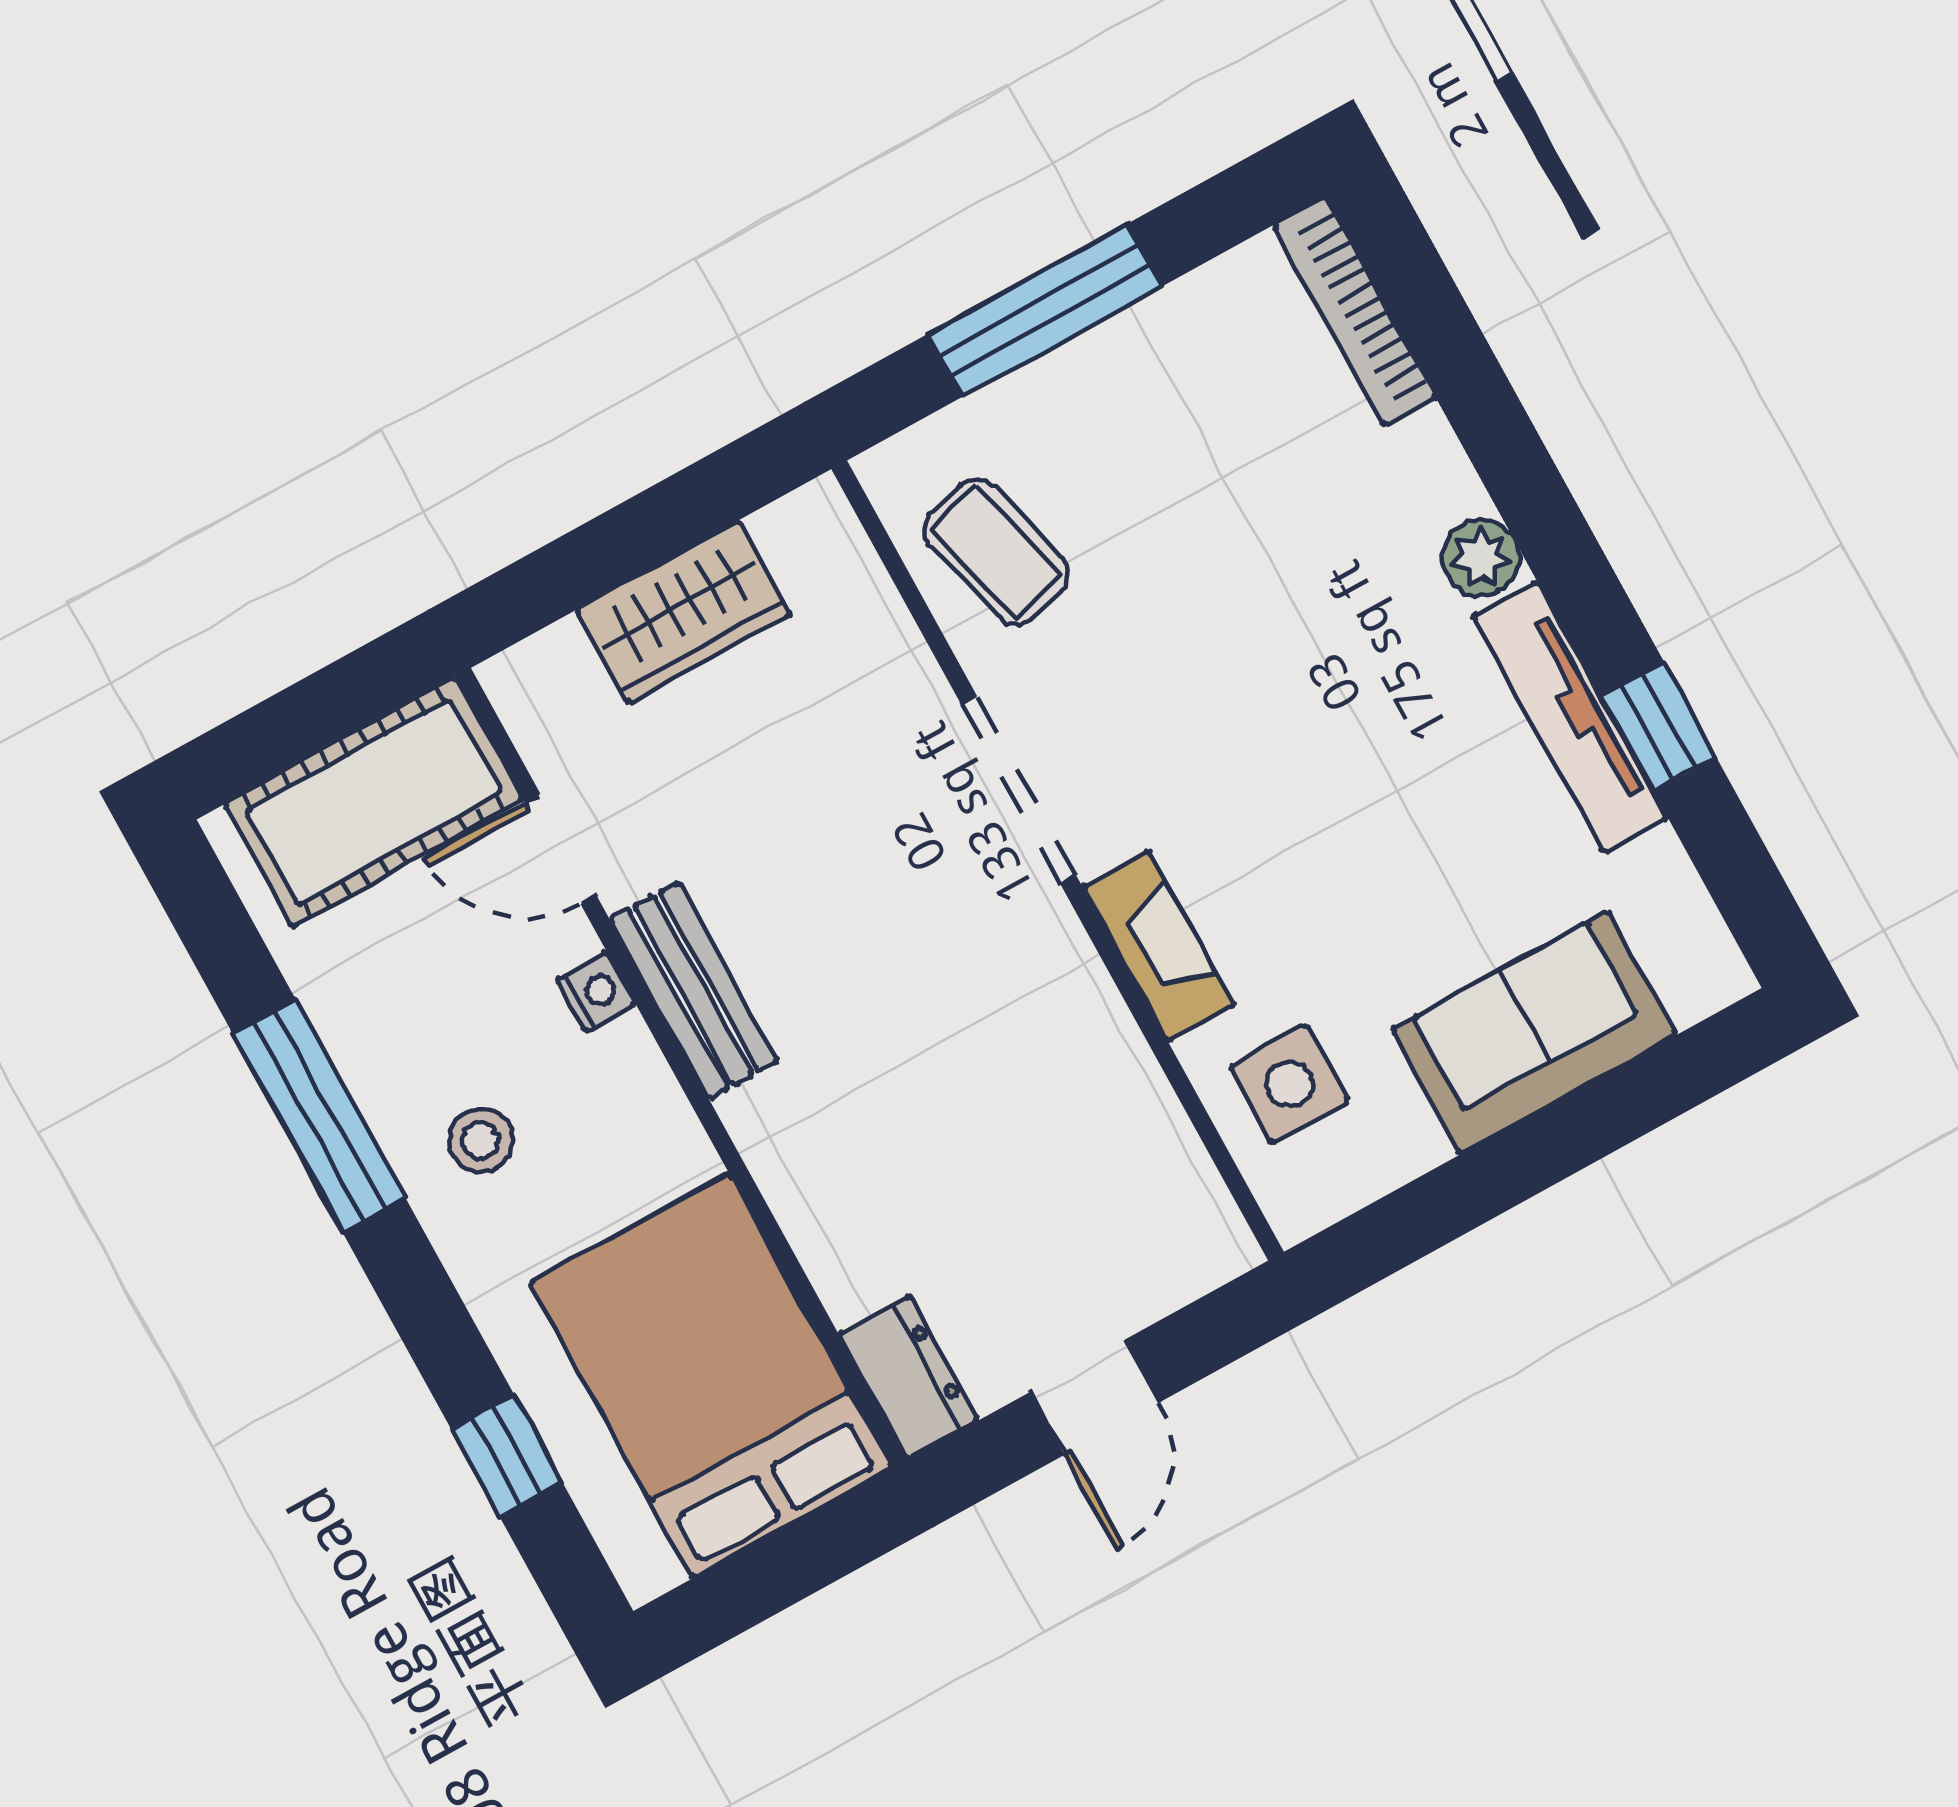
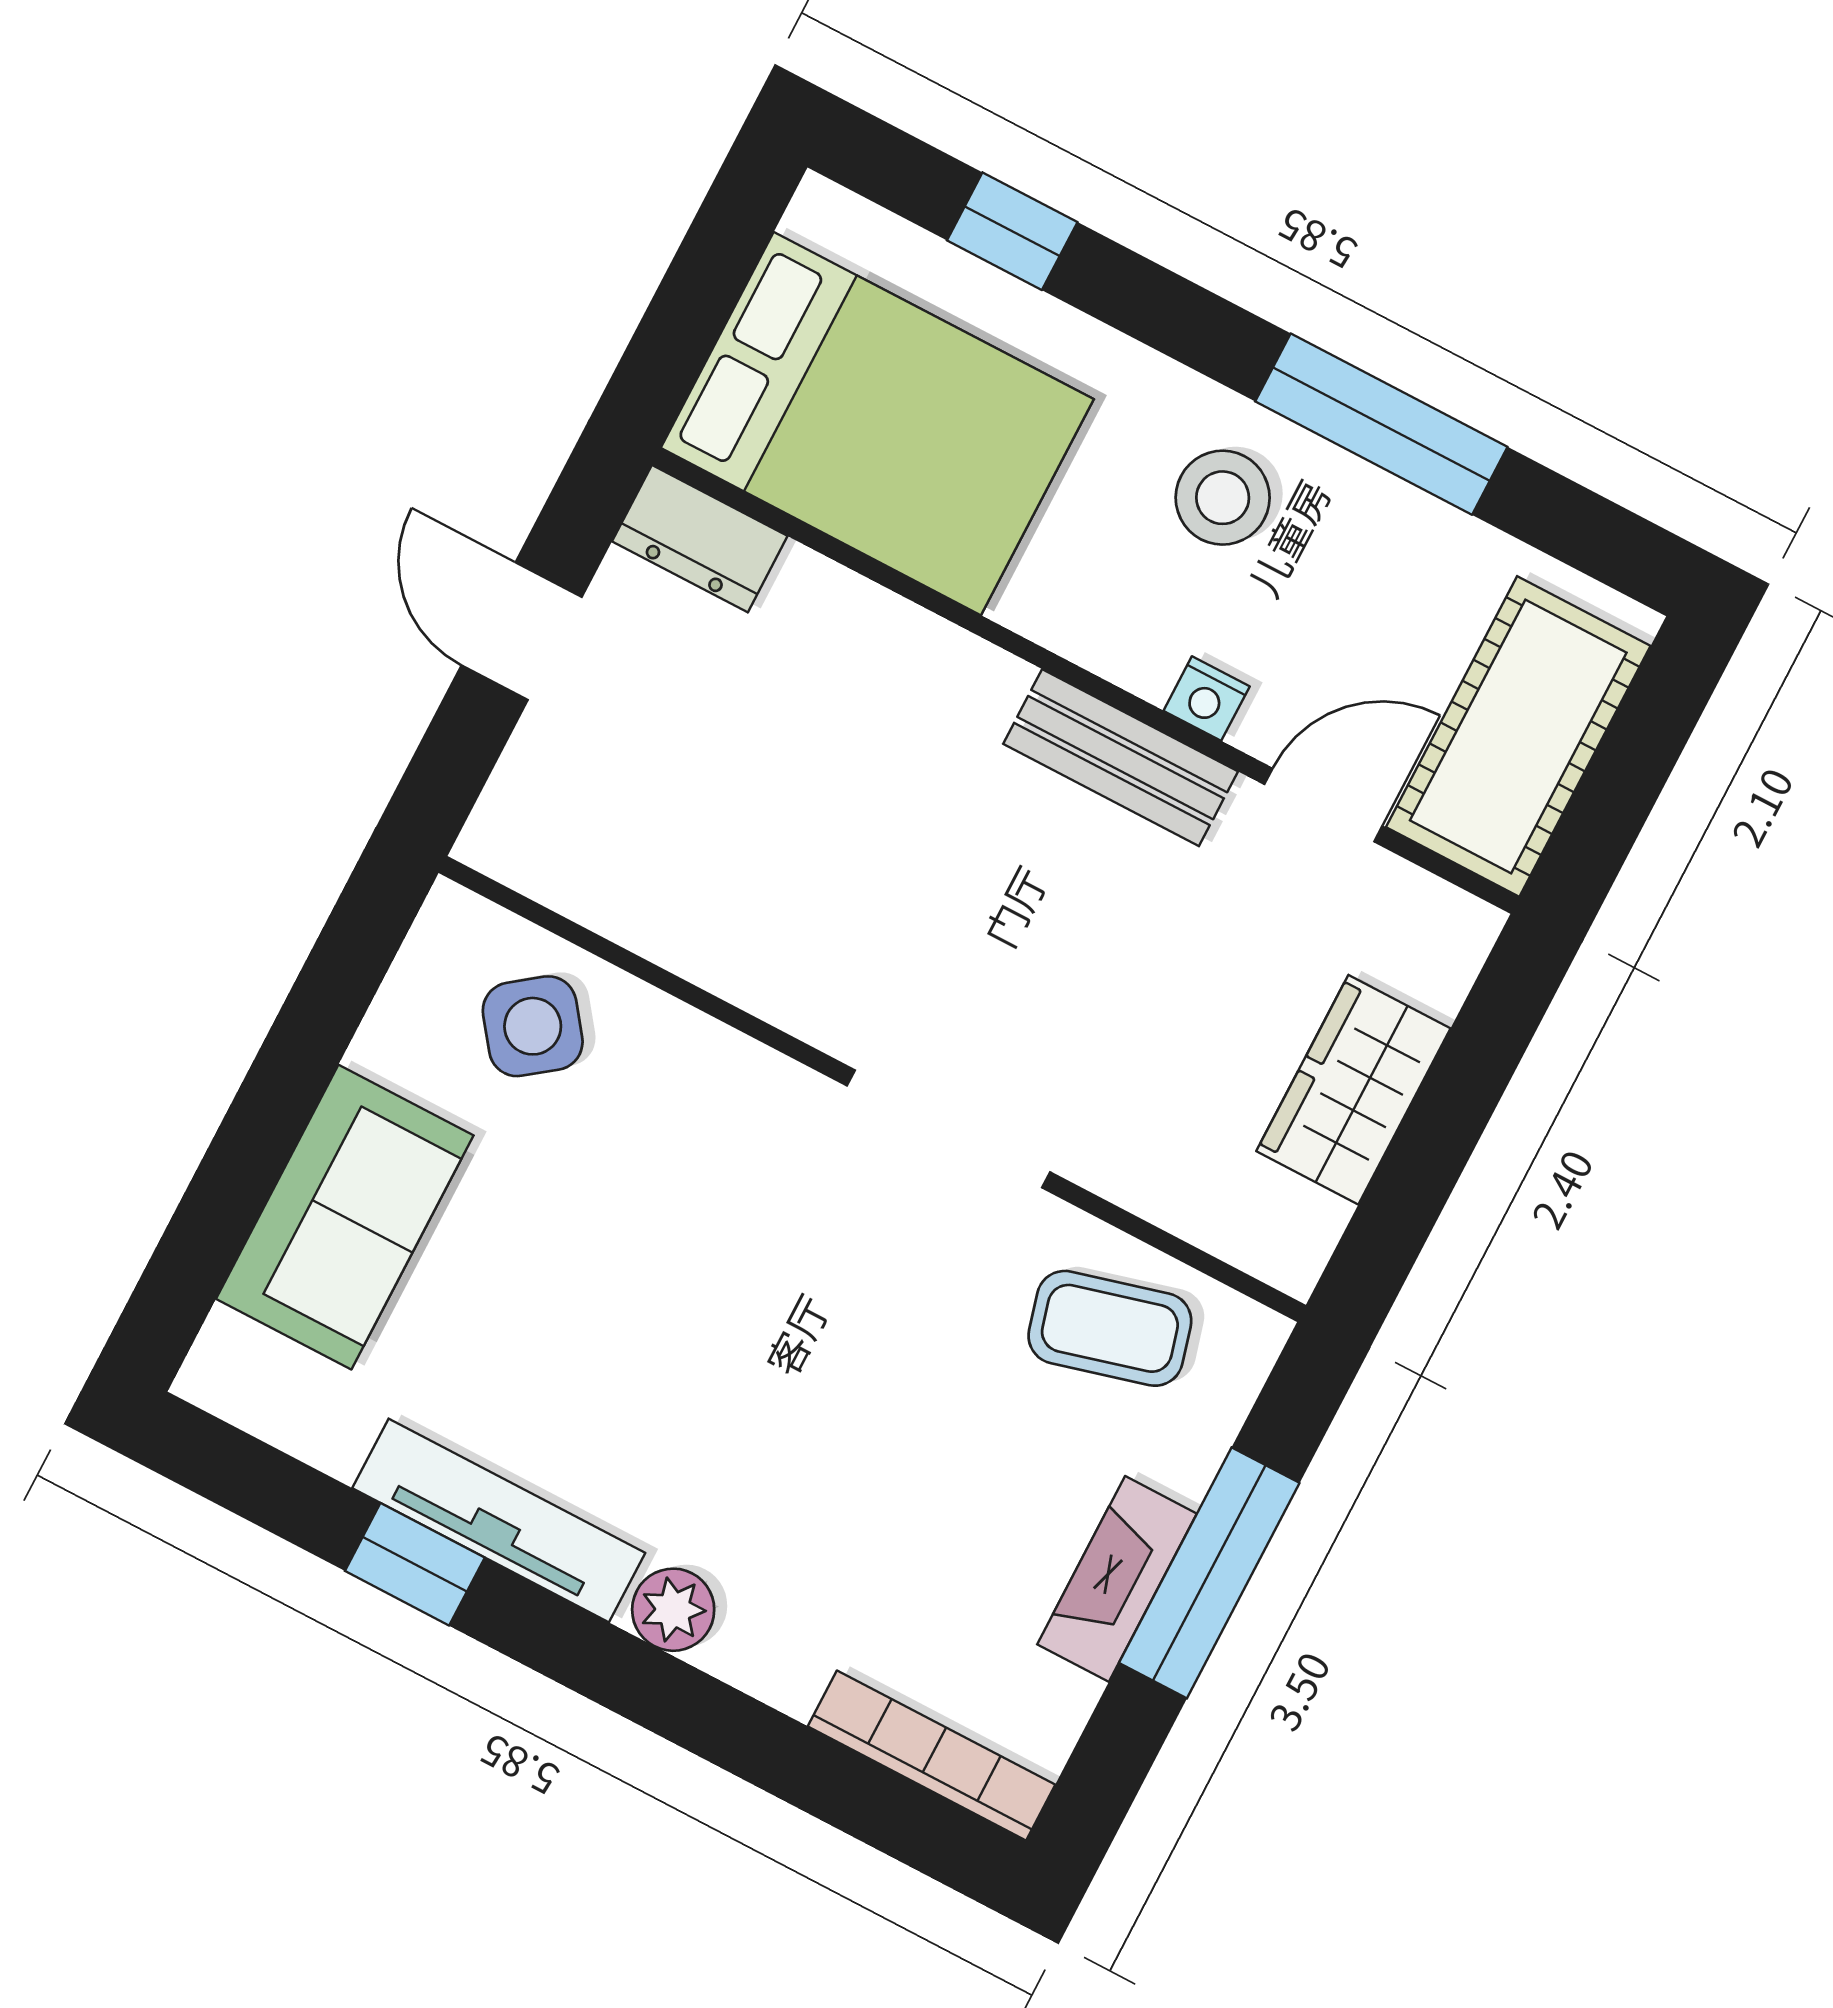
fireplace: (1158, 946) -> (1117, 1579), moved, turned 90
side table: (1289, 1084) -> (533, 1026), turned -37
stool: (480, 1140) -> (1223, 498), width x1.37, depth x1.37

